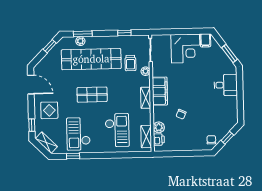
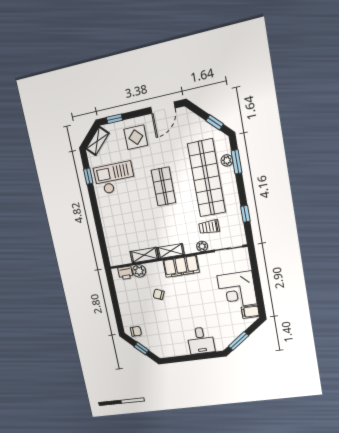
checkout: (117, 130) -> (127, 223), removed
shelving: (146, 137) -> (144, 255), moved

